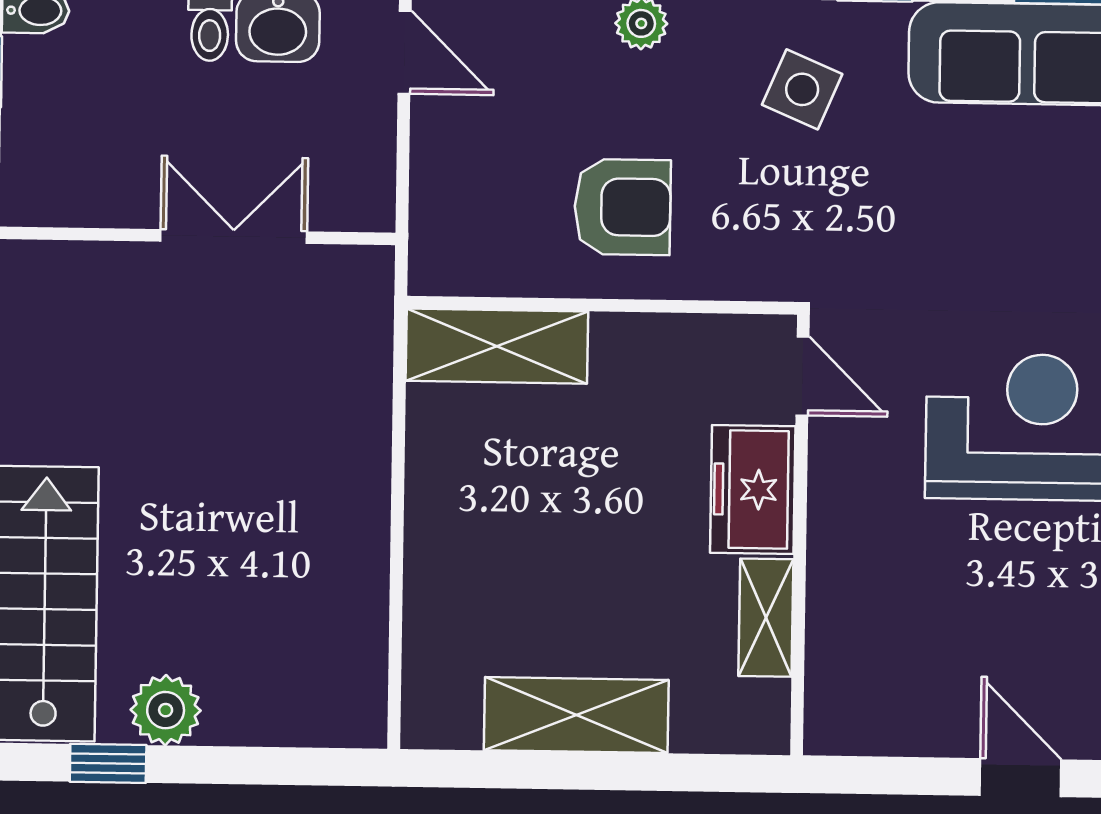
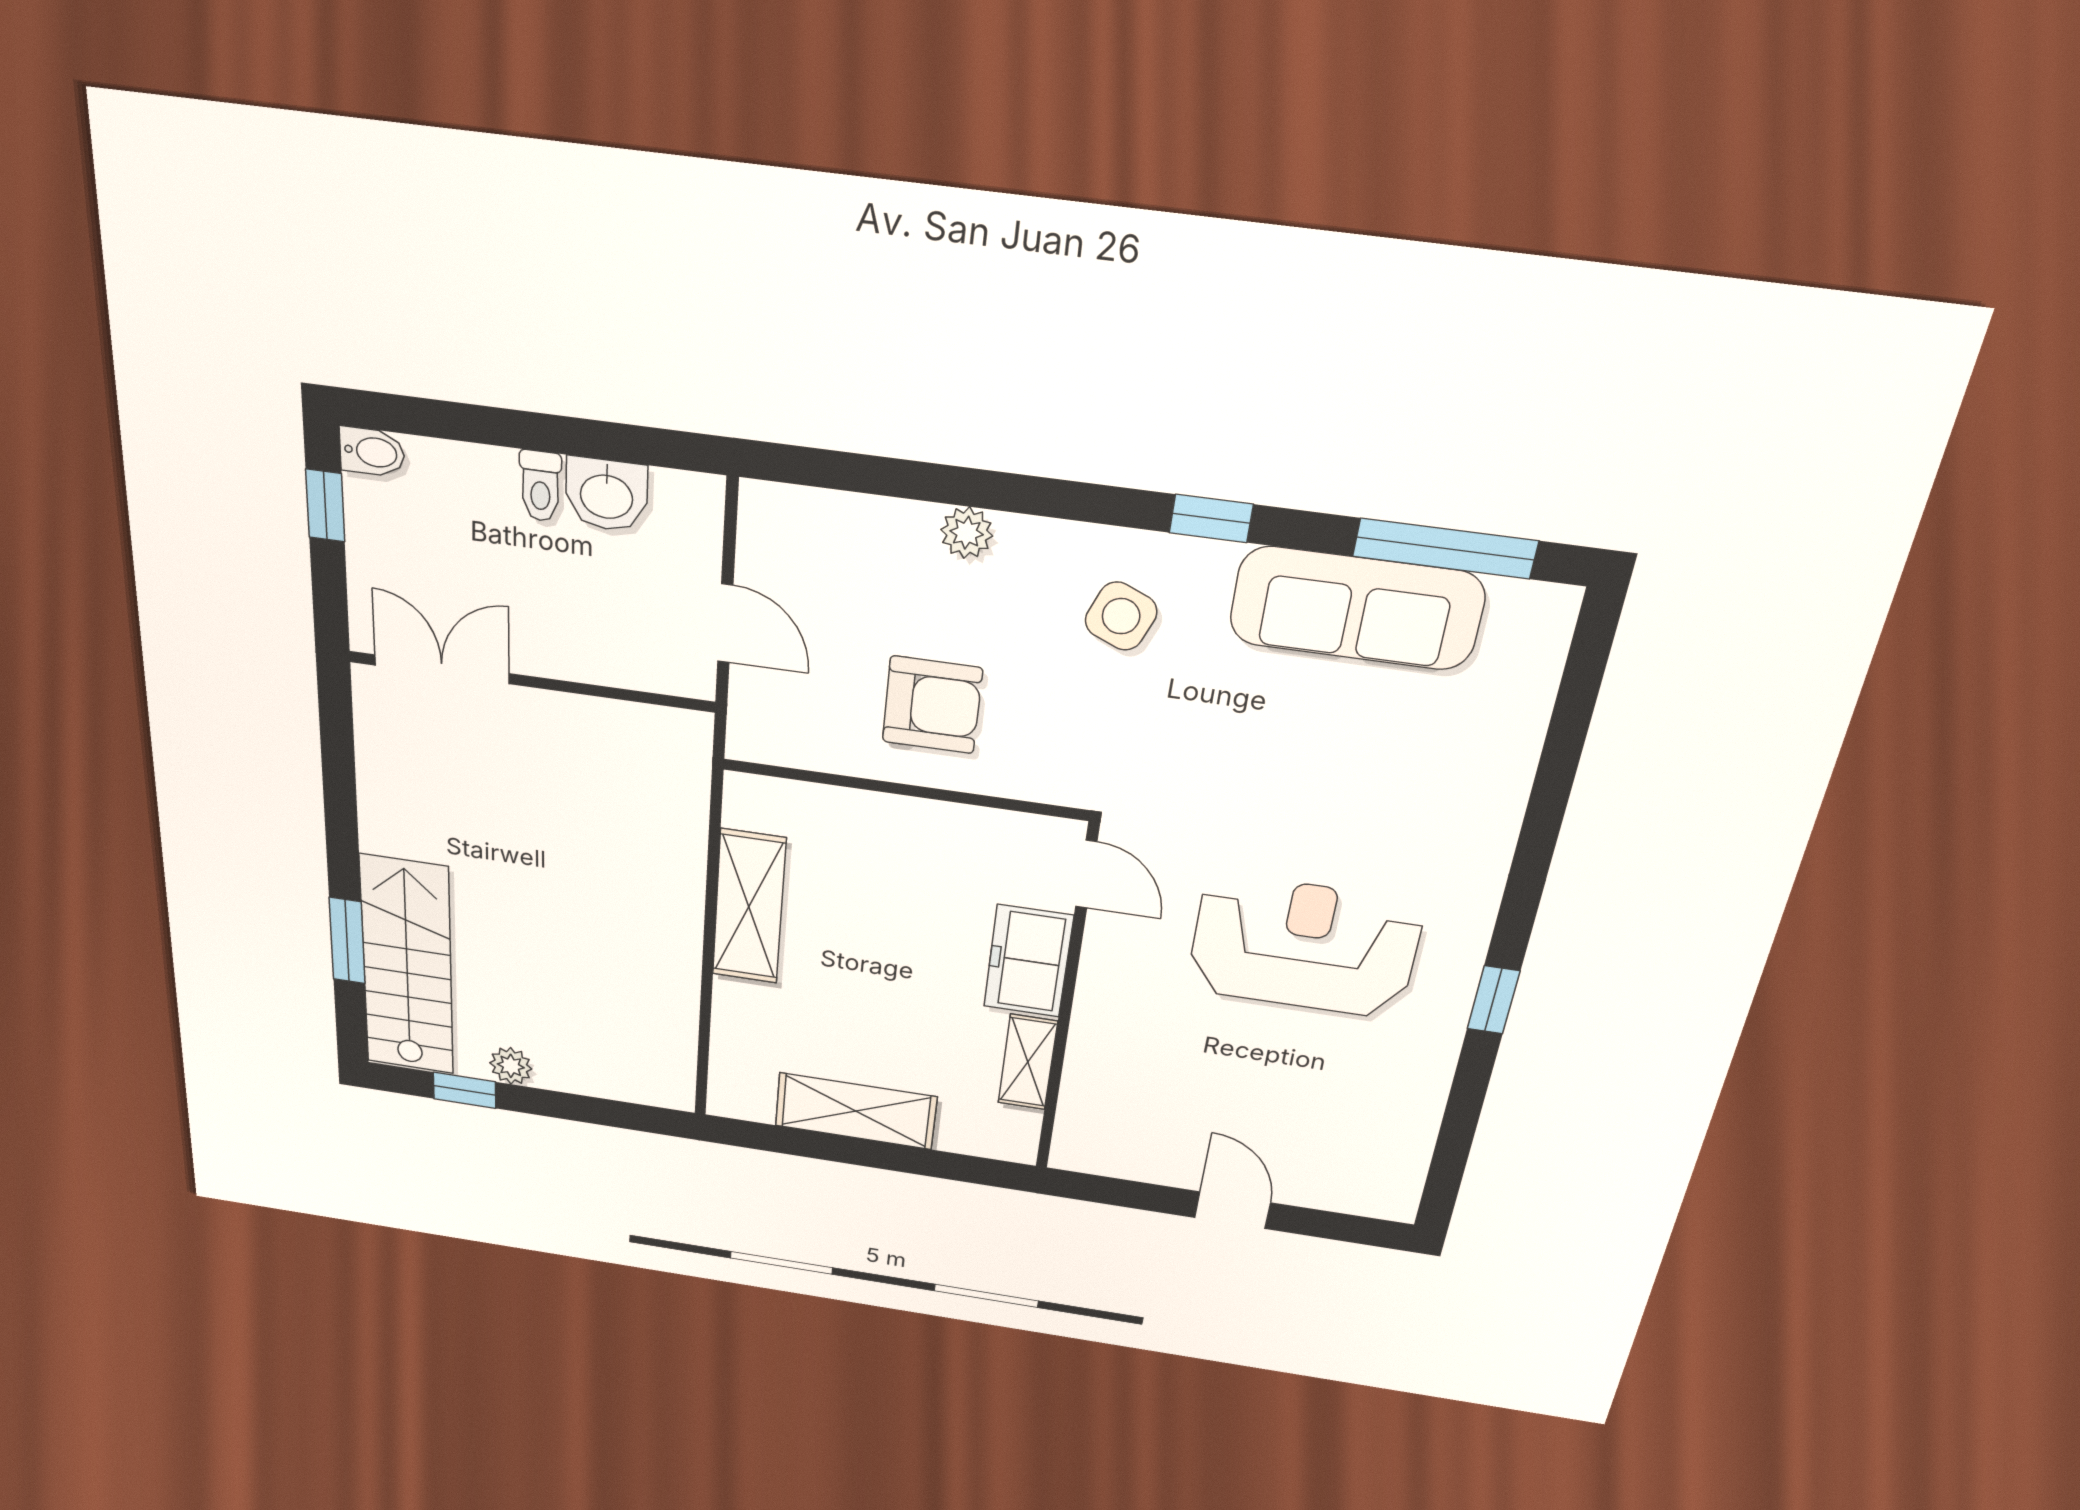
door: (405, 52) -> (725, 623), moved
double door: (234, 236) -> (442, 669), moved
shelving: (497, 346) -> (749, 907), moved, turned 90
plant: (166, 710) -> (511, 1066), width x0.73, depth x0.73

